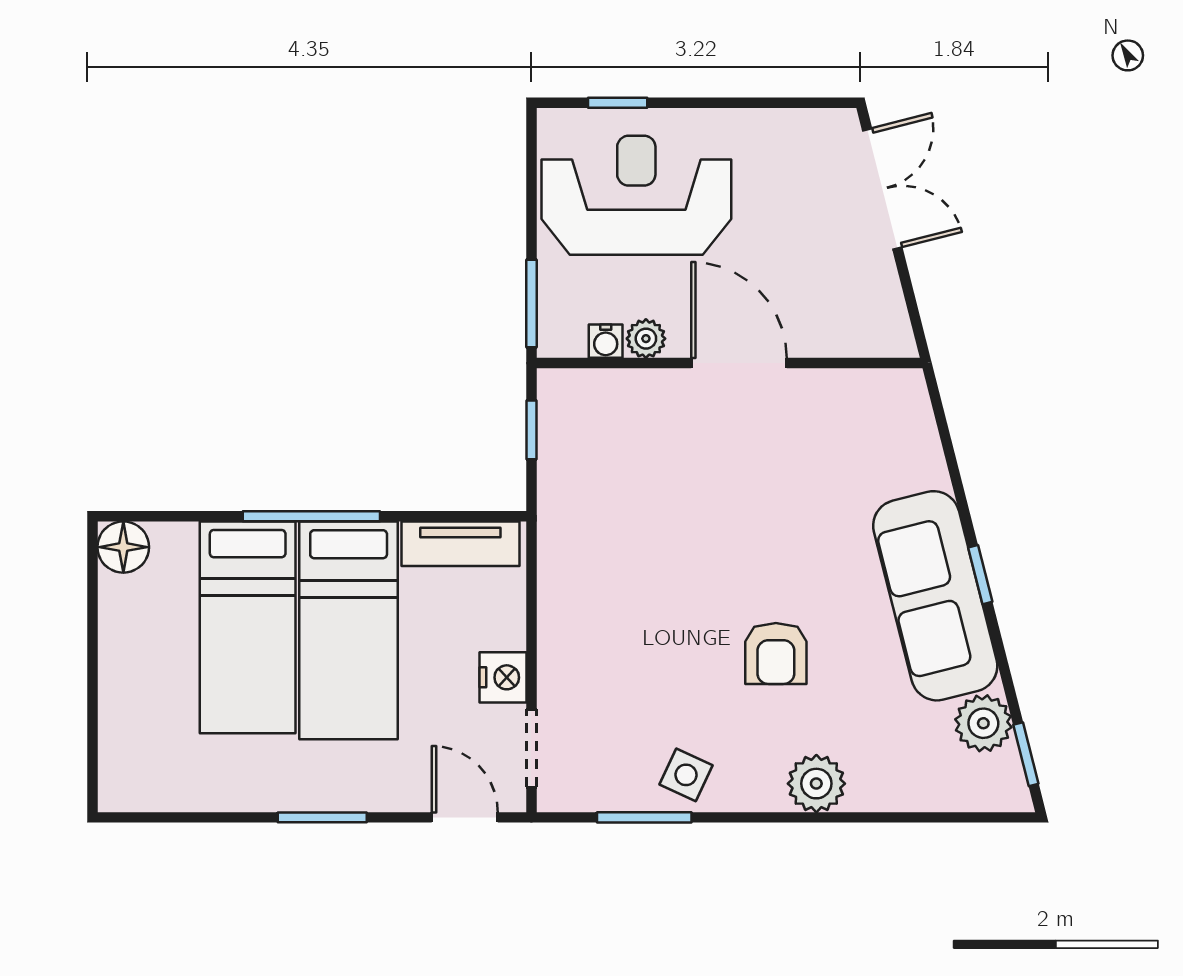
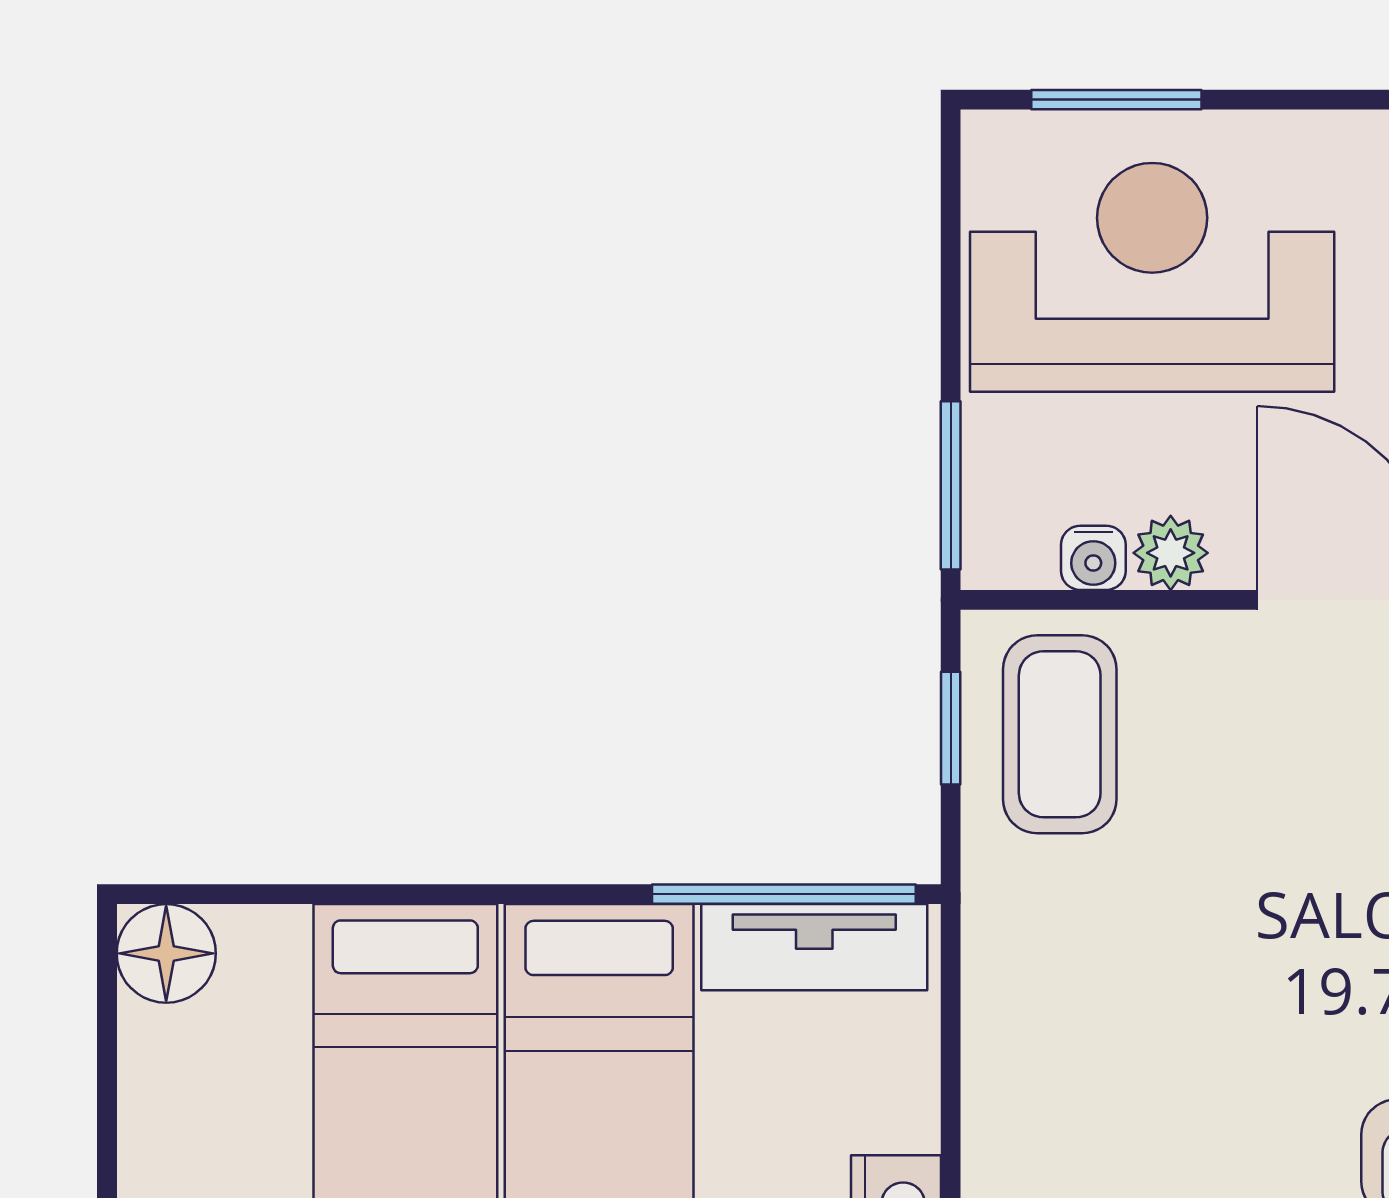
window: (618, 103) -> (1116, 100), width x1.50
coffee table: (588, 433) -> (1060, 734), added
window: (311, 516) -> (784, 894), moved

